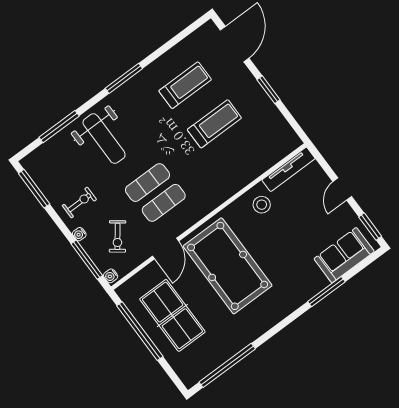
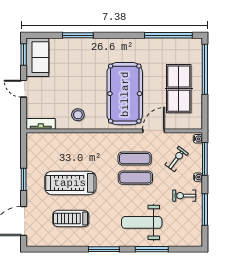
treadmill: (214, 124) -> (70, 183), width x1.37, depth x1.38
window: (59, 127) -> (152, 249), moved
weight bench: (104, 139) -> (142, 222), turned -90
tv unit: (289, 169) -> (41, 124), width x0.71
window: (34, 189) -> (205, 210), moved
door: (342, 189) -> (24, 89), swing flipped
sofa: (344, 255) -> (37, 57), moved, turned -90
window: (140, 331) -> (205, 69), moved

